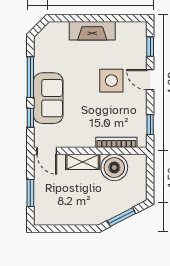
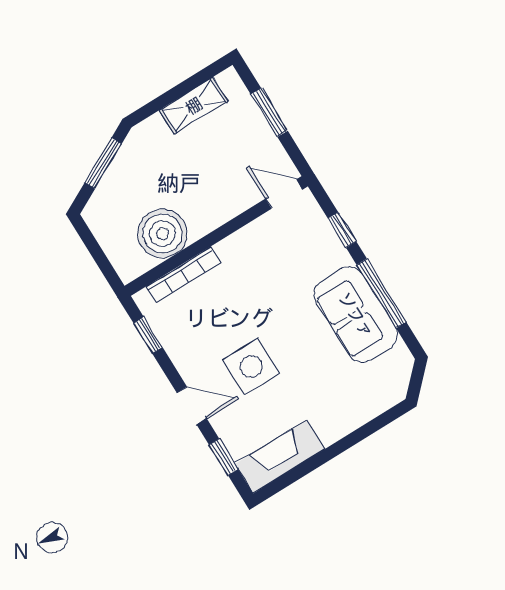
fireplace: (92, 31) -> (280, 457), moved
sofa: (48, 98) -> (356, 315), moved
shelving: (83, 162) -> (194, 106), moved

